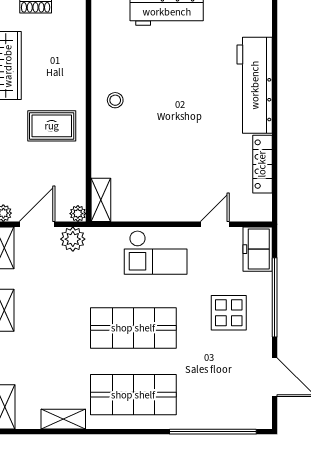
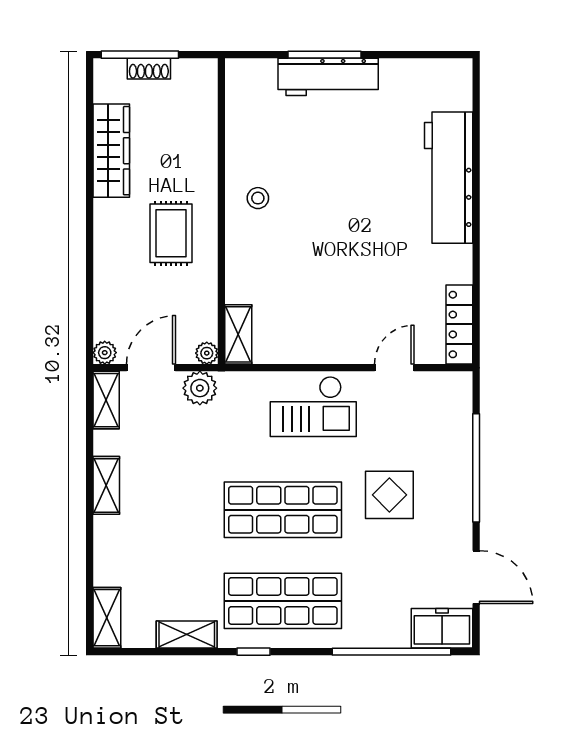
rug: (52, 126) -> (171, 233), turned 90
locker: (262, 164) -> (459, 324), moved
freezer: (258, 249) -> (442, 628), moved, turned 90
display table: (229, 313) -> (389, 495), moved
window: (112, 432) -> (254, 652), added

